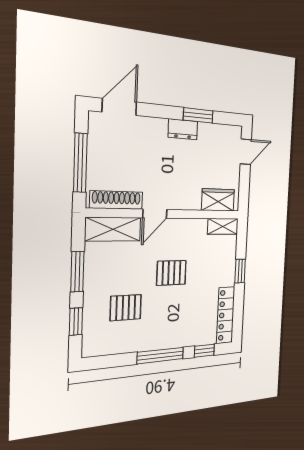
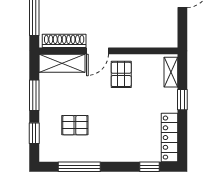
wardrobe: (218, 200) -> (156, 39), removed
shelving: (223, 226) -> (171, 72), moved, turned 90
pallet: (171, 273) -> (121, 74), moved, turned 90
window: (160, 356) -> (79, 167), moved

